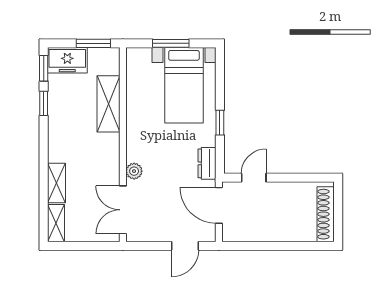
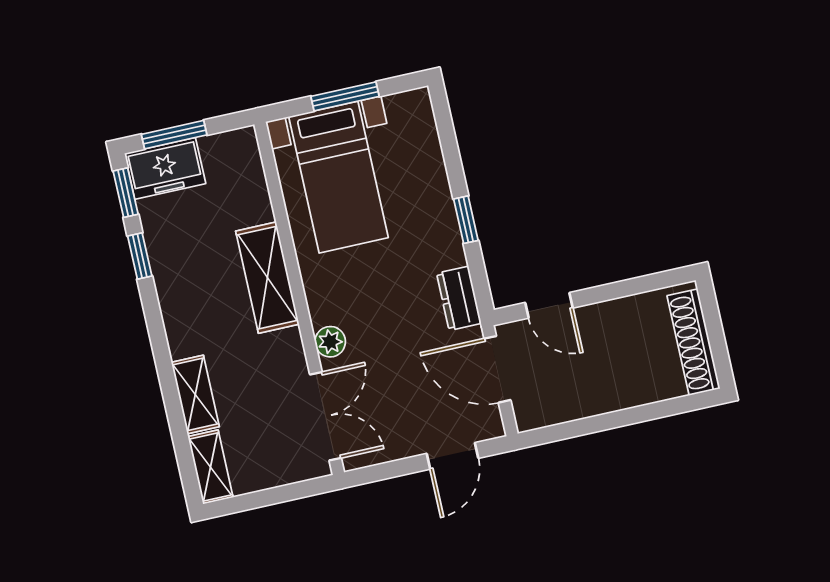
window: (93, 43) -> (174, 135), moved
bed with nightstands: (184, 85) -> (338, 177), moved
shelving: (108, 104) -> (267, 278), moved
door: (254, 178) -> (549, 305), swing flipped
double door: (123, 210) -> (326, 416), swing flipped

